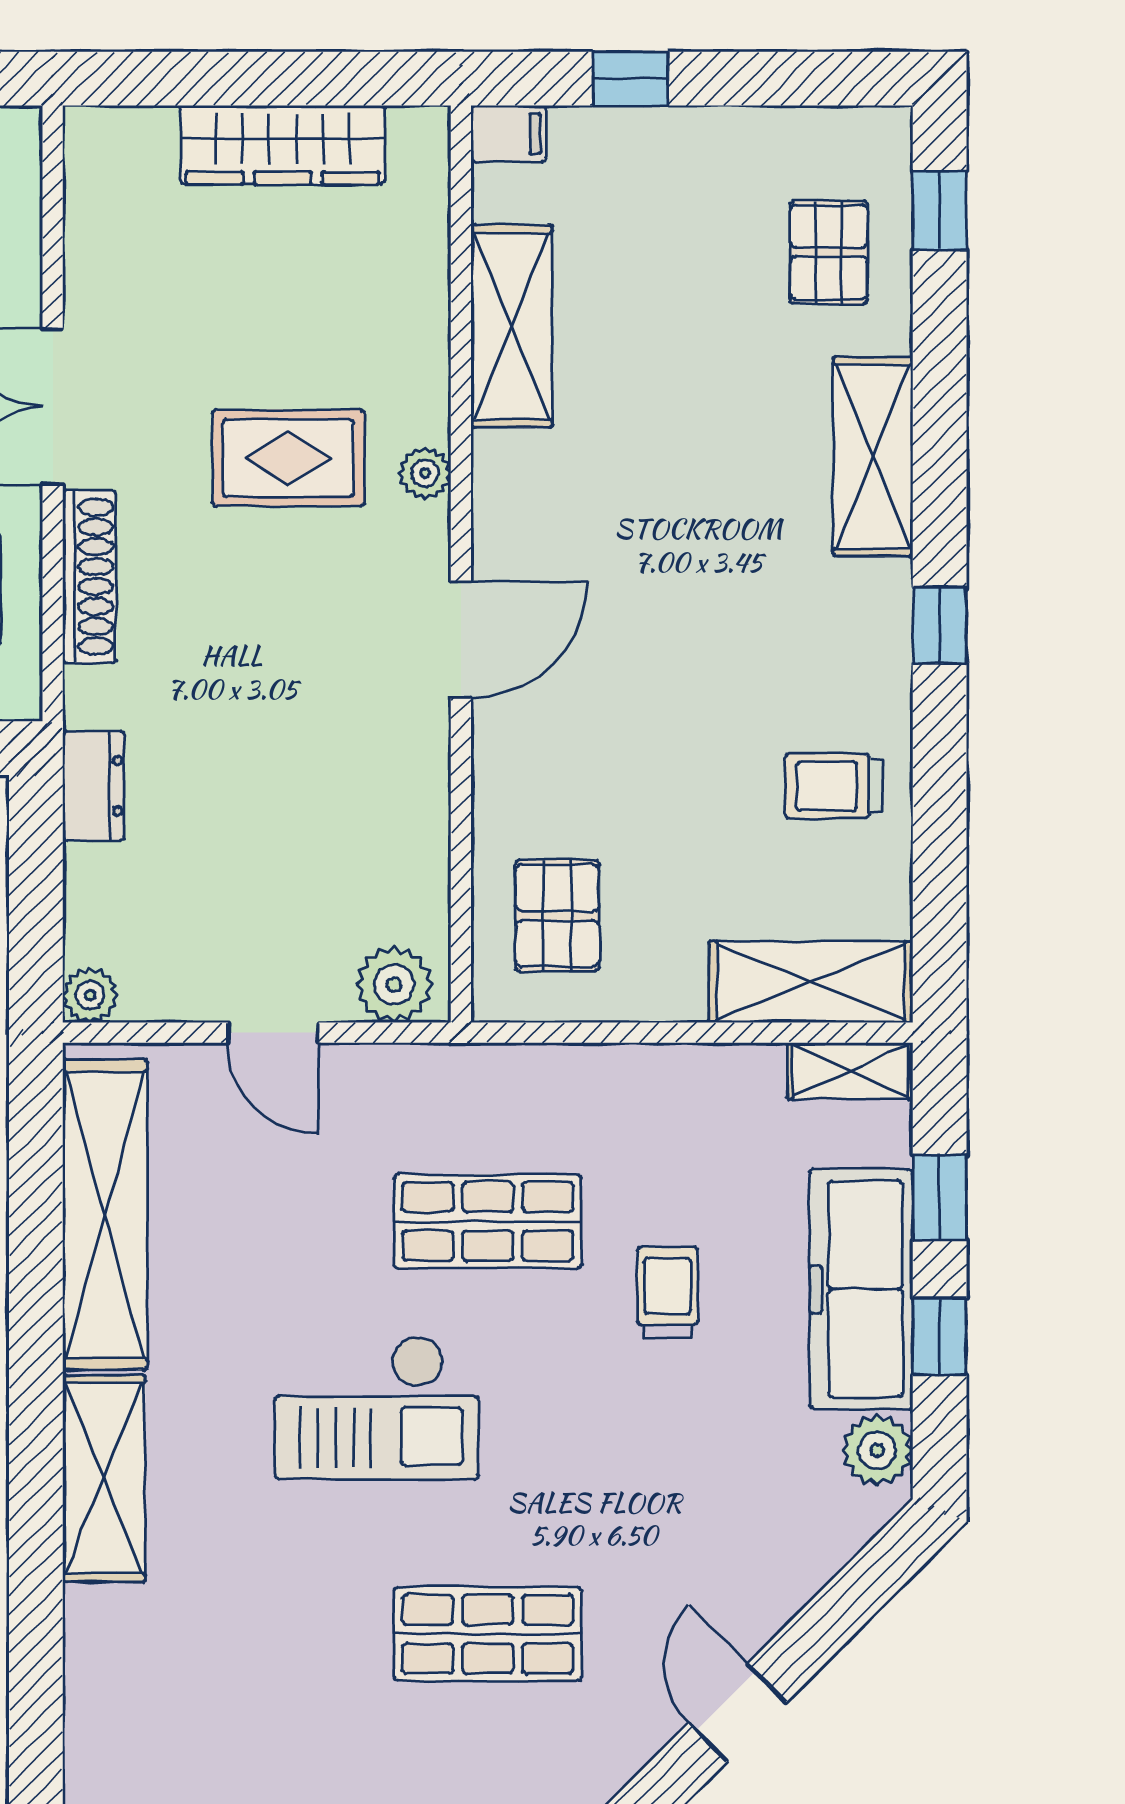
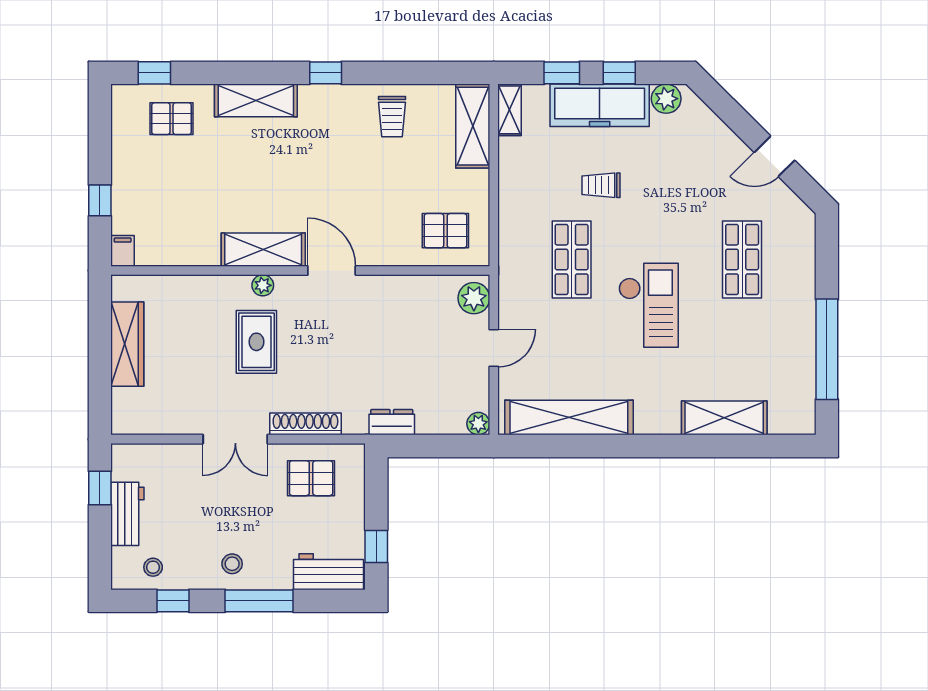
shelving: (512, 326) -> (263, 250), moved
shelving: (104, 1479) -> (724, 418), moved

